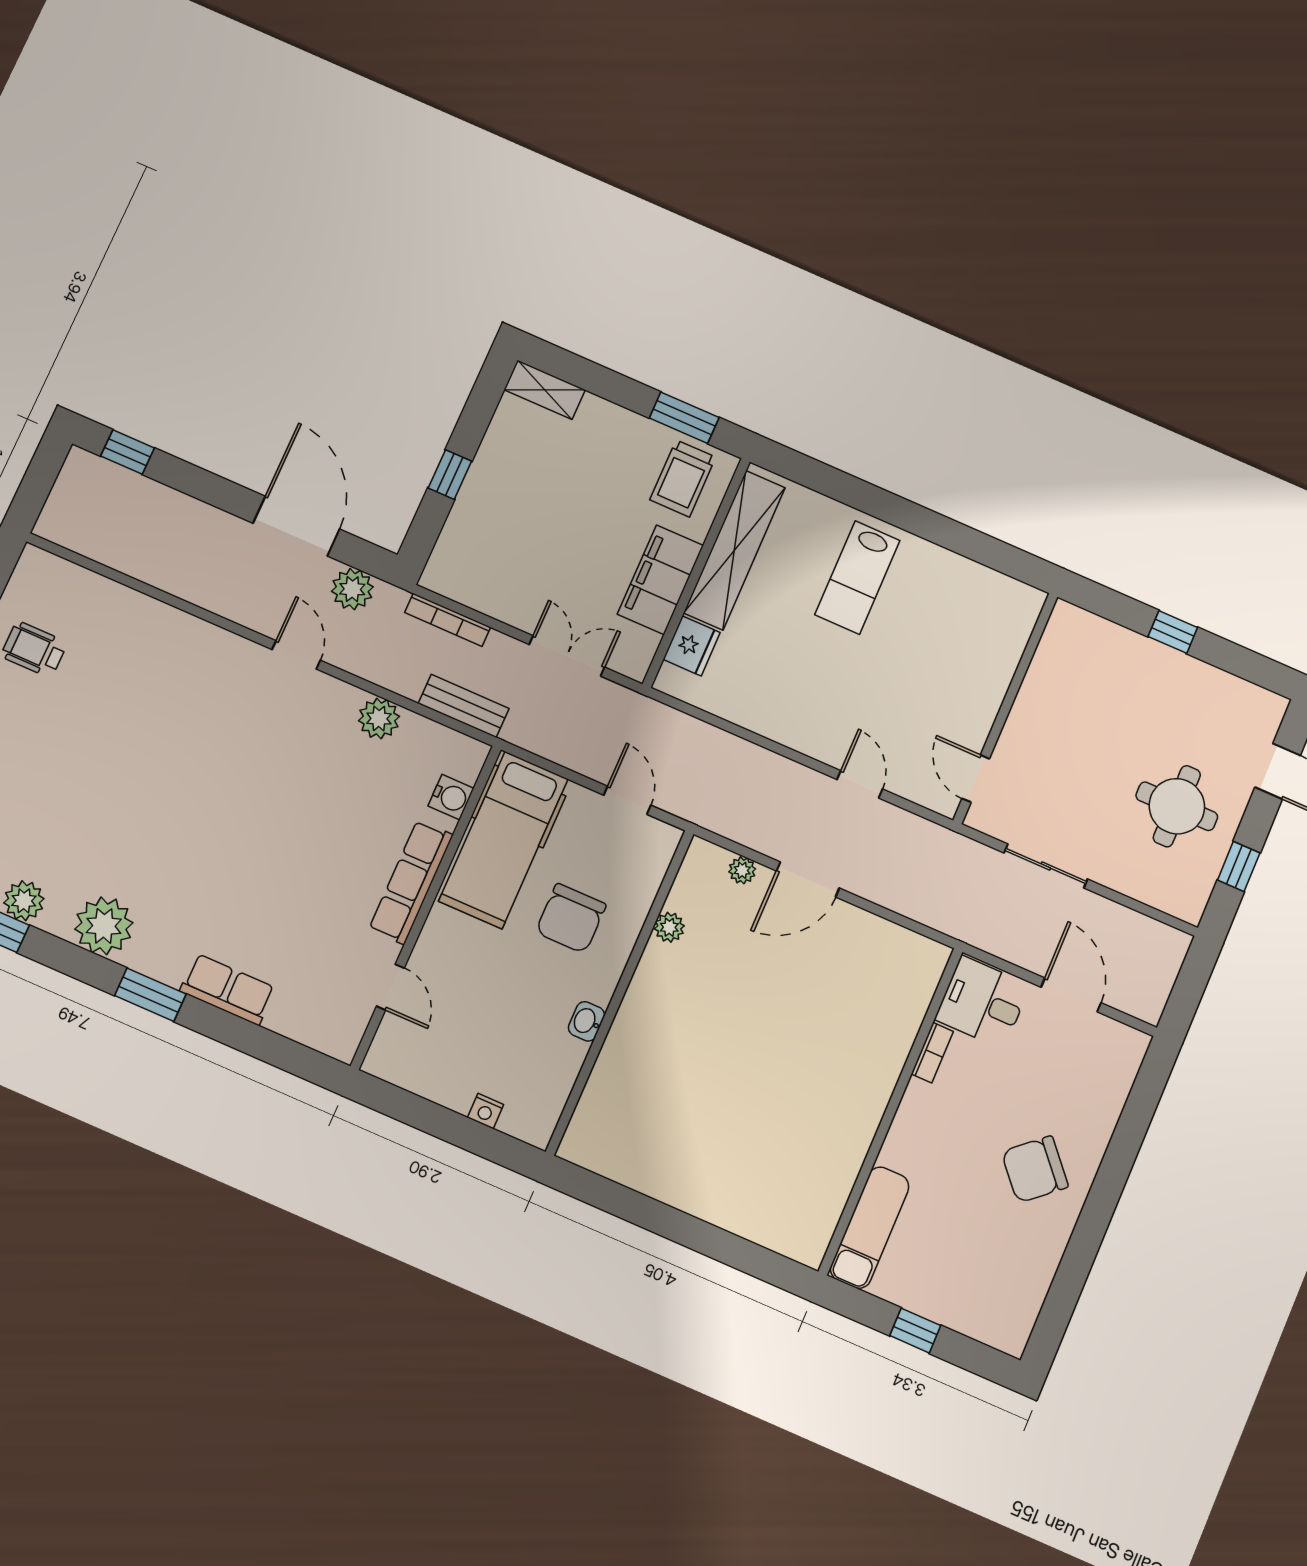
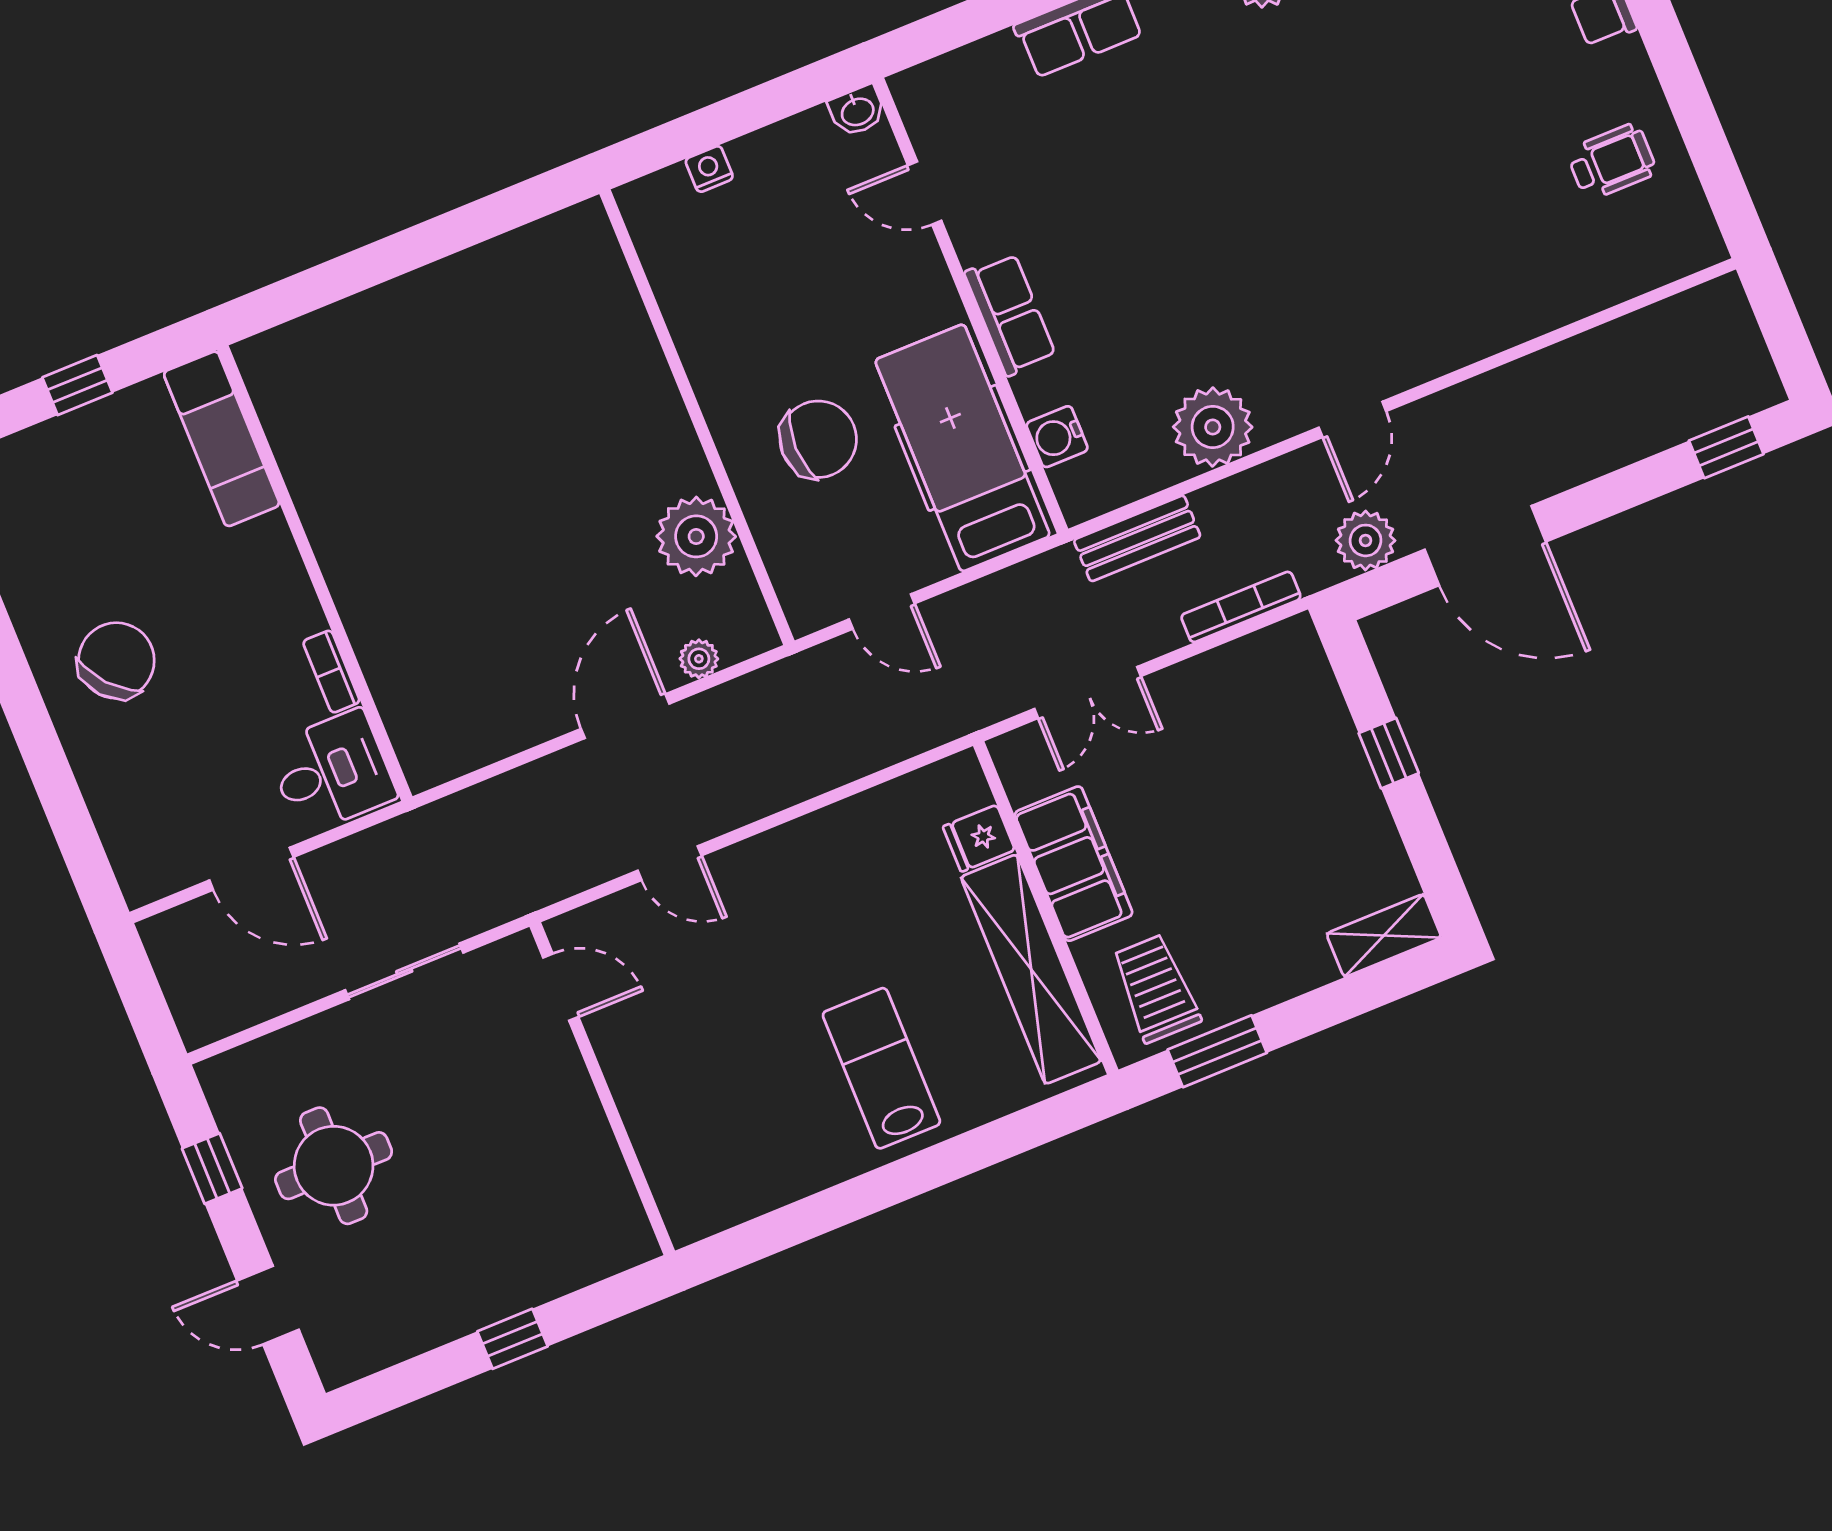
fridge: (692, 646) -> (979, 838), width x0.72
door: (296, 655) -> (1352, 419), hinge flipped
plant: (379, 719) -> (1213, 427), width x1.36, depth x1.36
row of seats: (411, 882) -> (1010, 314), width x0.68
chair: (571, 918) -> (818, 439), turned 90
plant: (669, 927) -> (696, 536), width x1.88, depth x1.88
washbasin: (586, 1021) -> (857, 111), moved, turned 90

